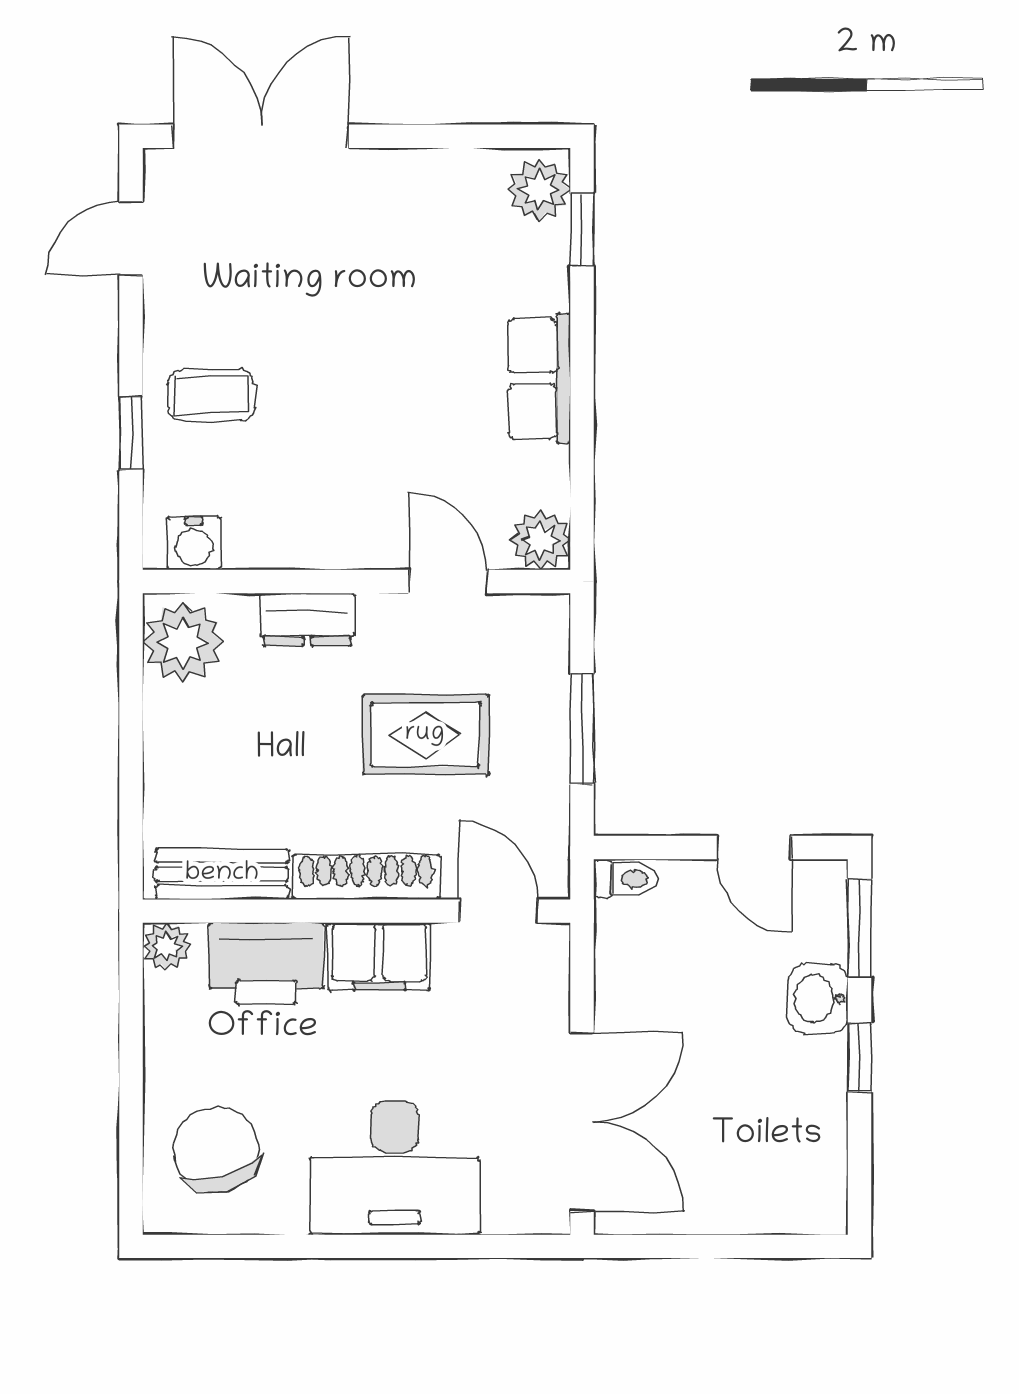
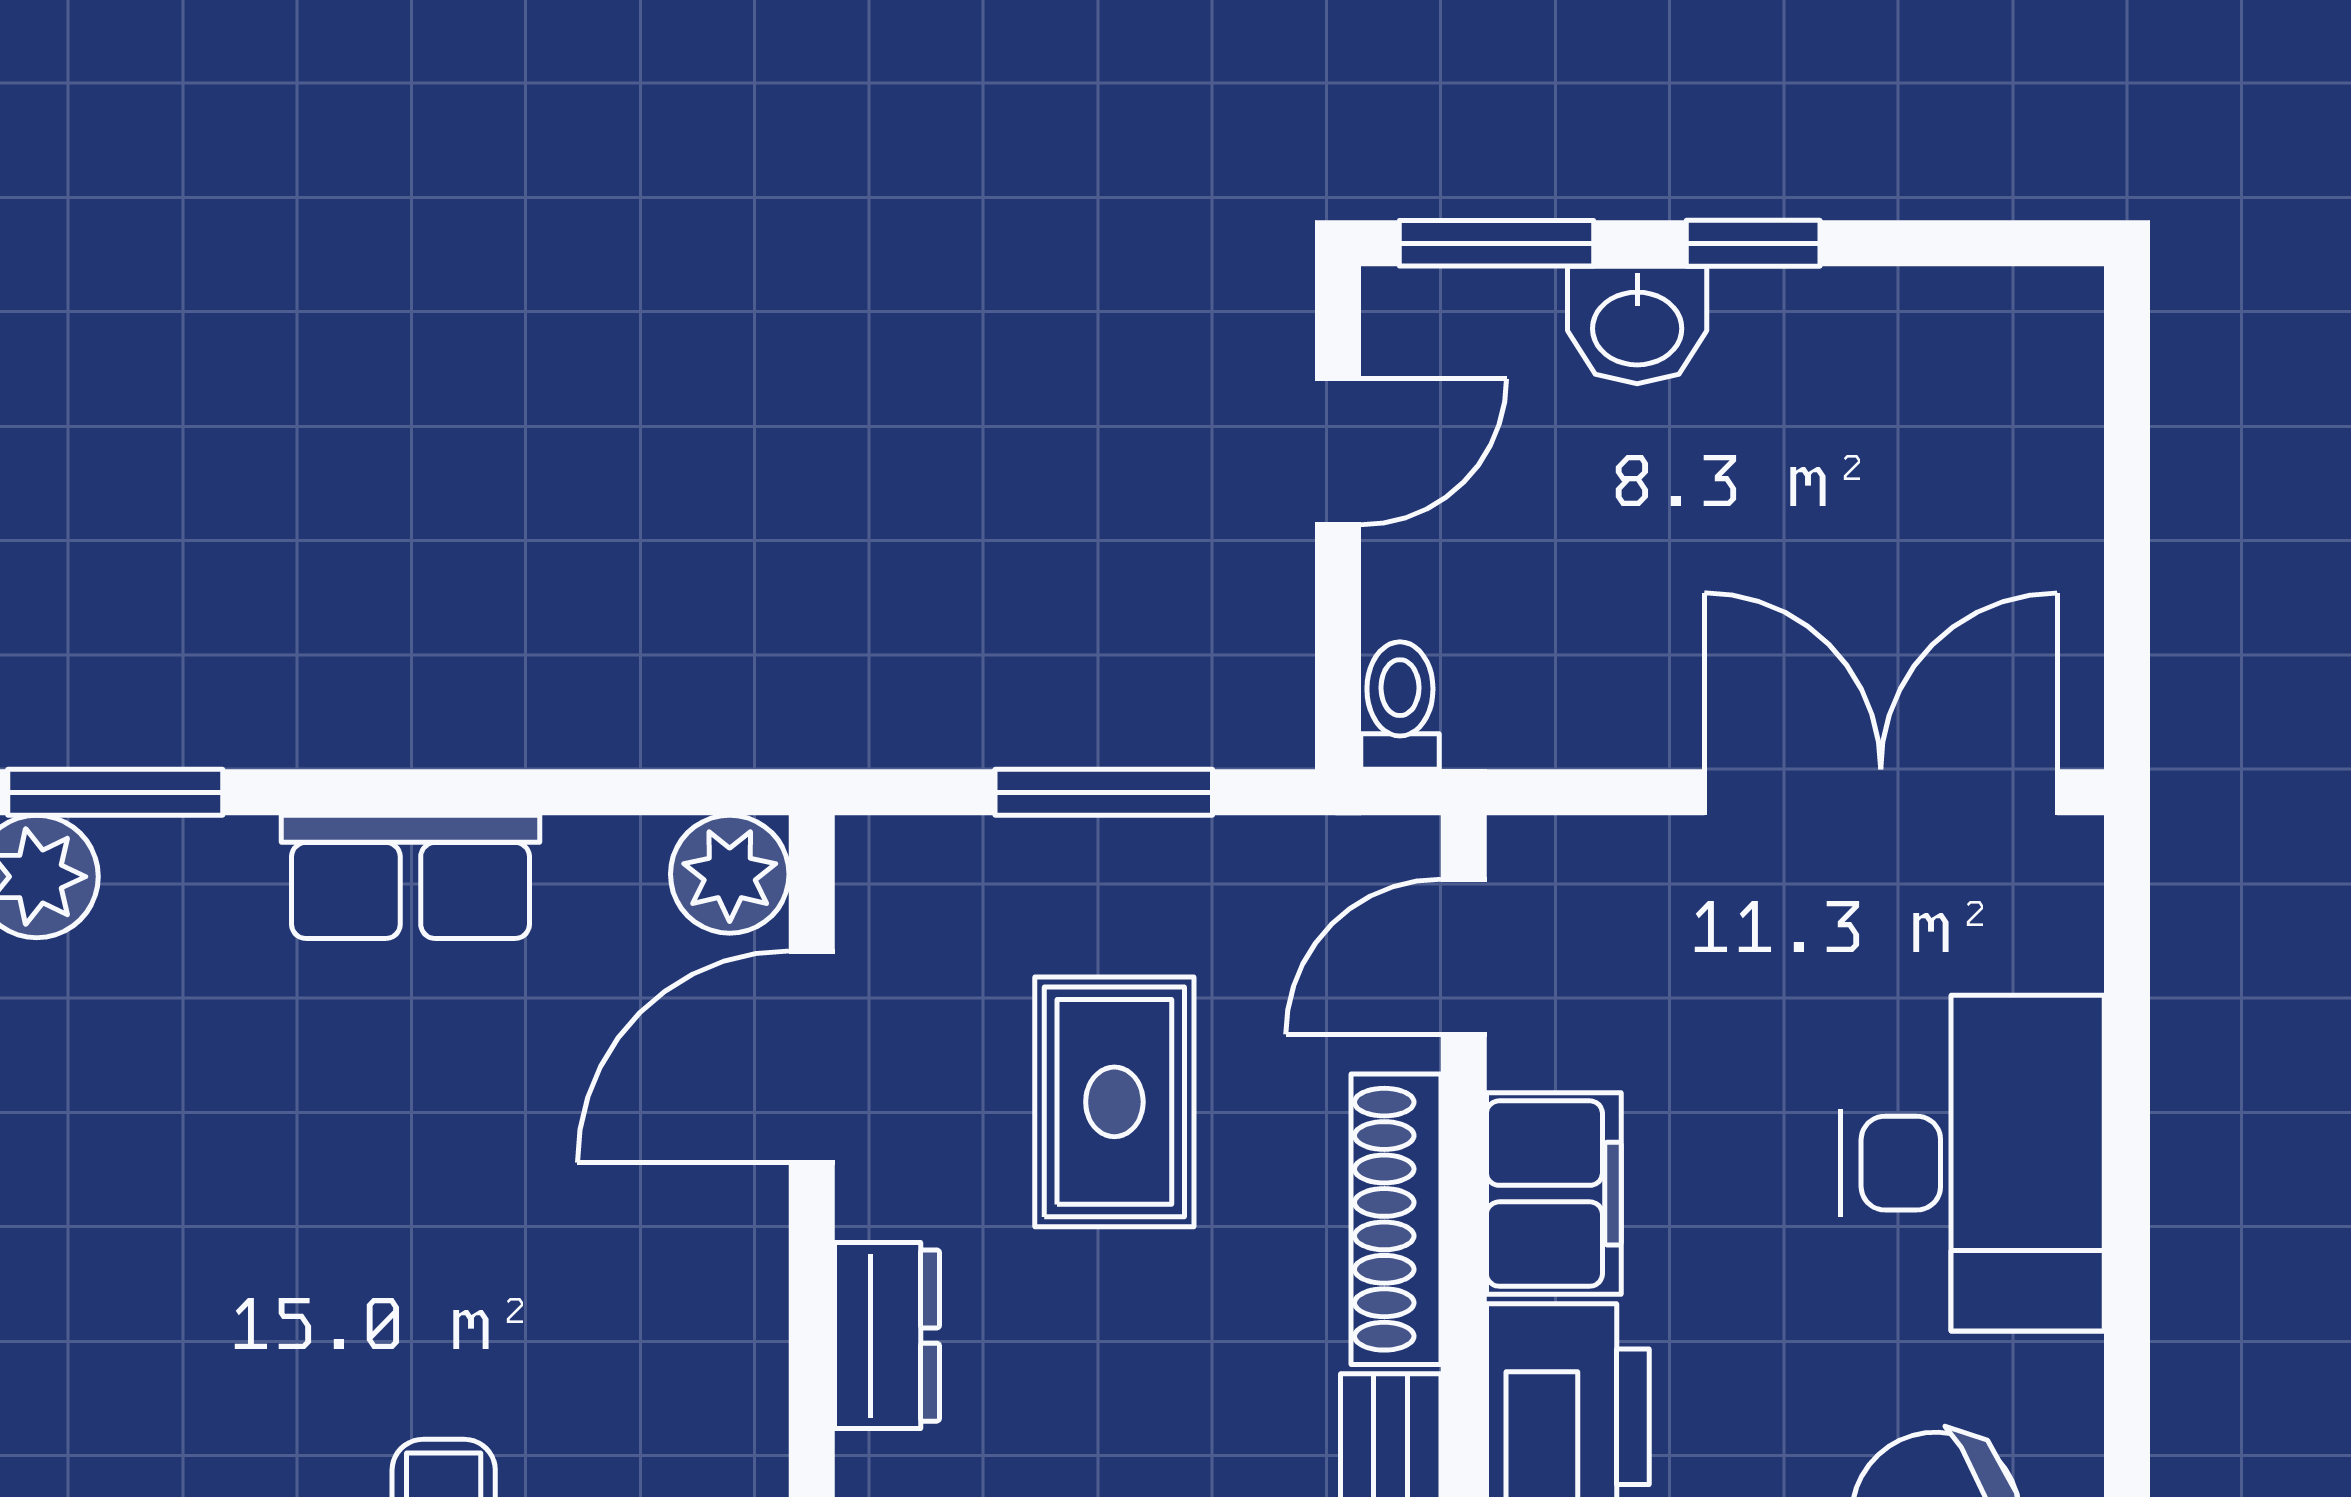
window: (582, 229) -> (115, 792), width x1.50
door: (448, 581) -> (812, 1057), width x1.38

